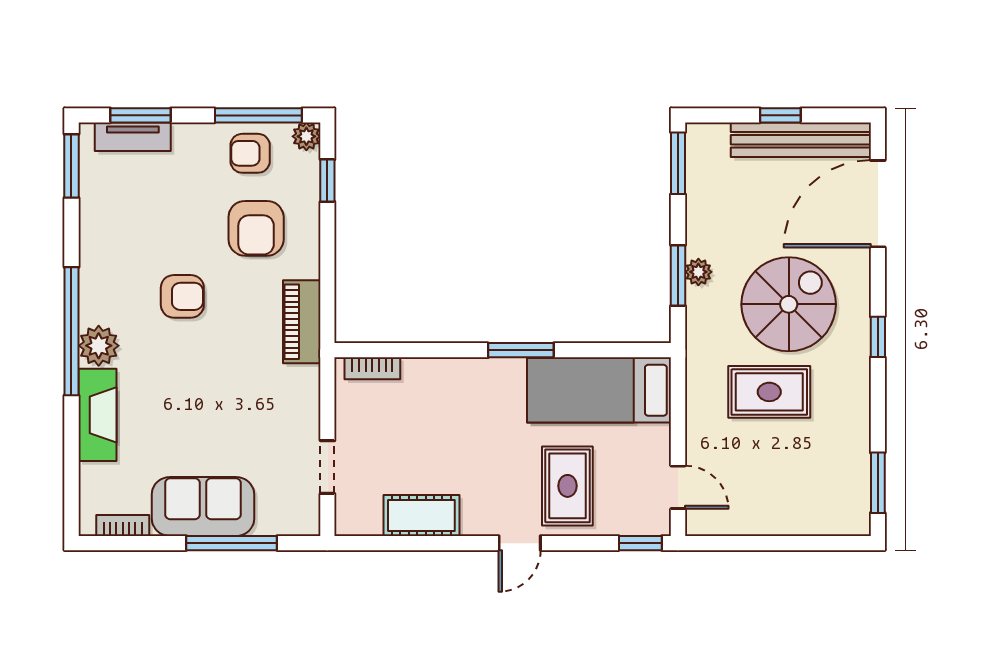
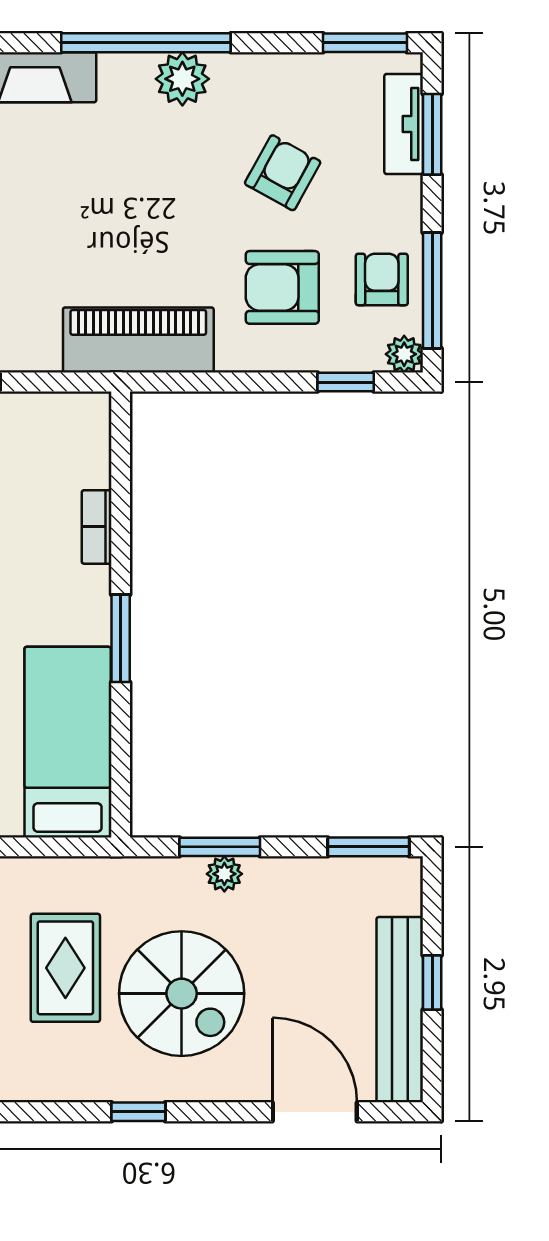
door: (878, 204) -> (315, 1112), width x0.73
armchair: (182, 296) -> (283, 173), moved, turned -151
piano: (302, 322) -> (138, 340), width x1.37, depth x1.33
plant: (99, 346) -> (182, 79), moved
bookcase: (372, 368) -> (97, 527), moved

